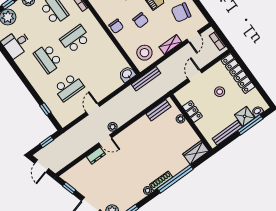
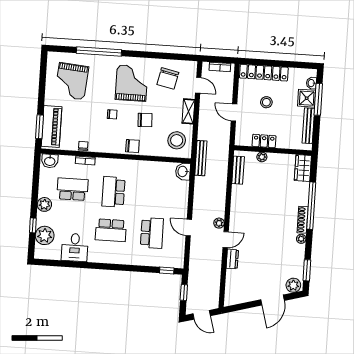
window: (45, 109) -> (167, 270), moved
window: (69, 188) -> (241, 307), removed

